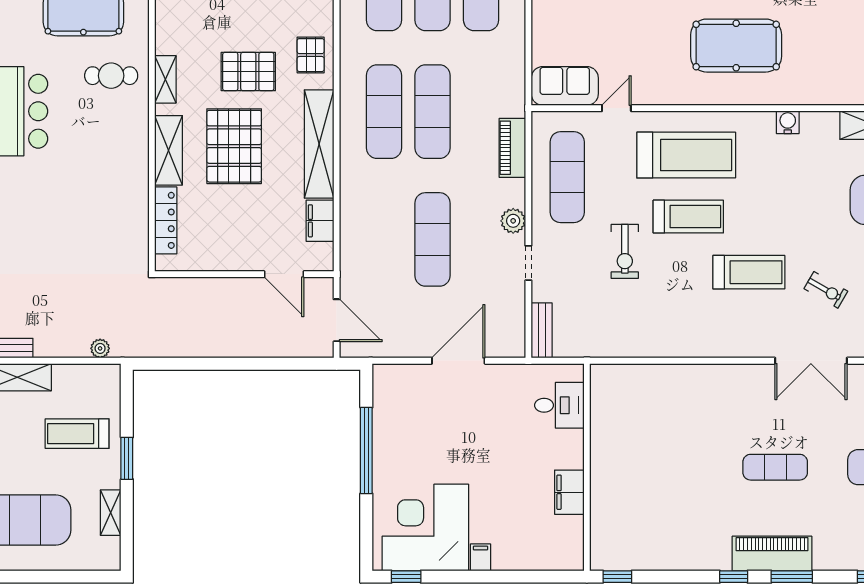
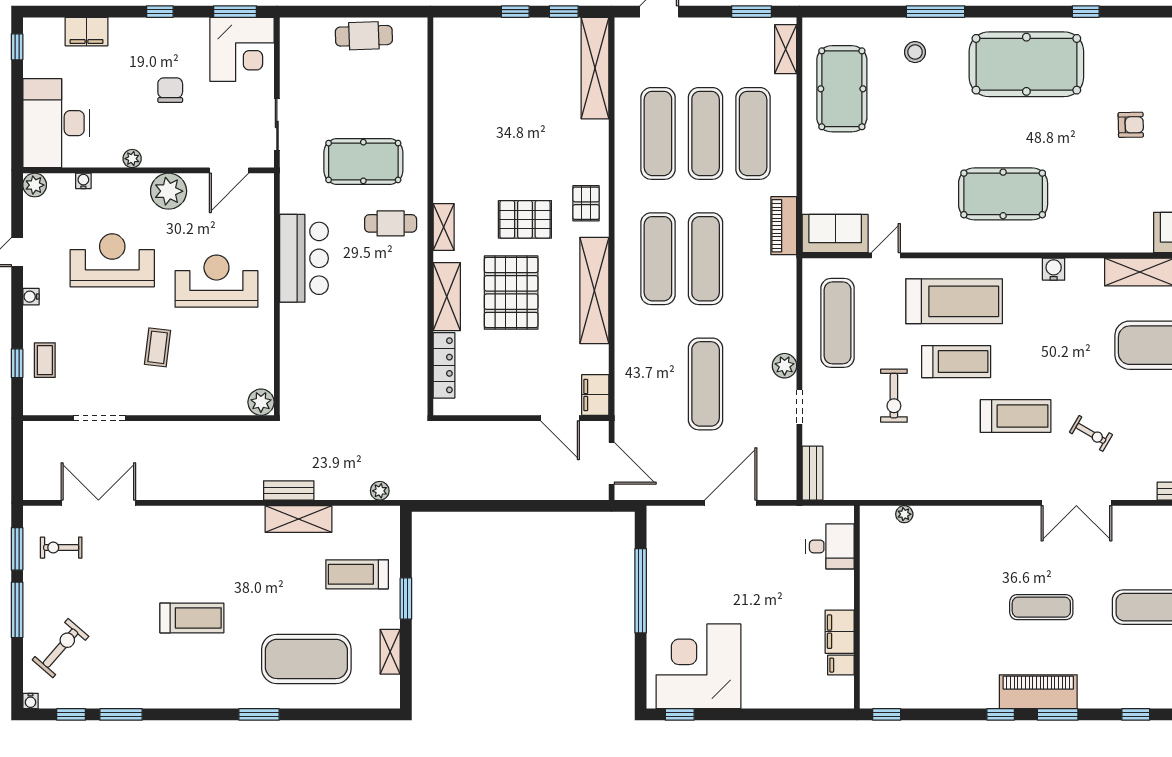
piano: (512, 148) -> (784, 226), moved
filing cabinet: (320, 221) -> (595, 395), moved
plant: (635, 372) -> (904, 514), added
filing cabinet: (480, 557) -> (841, 665), moved, turned -90

